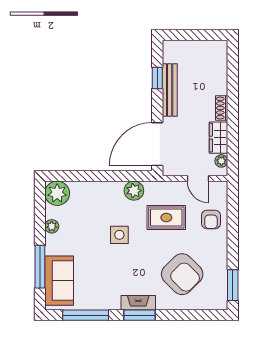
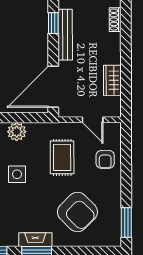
shoe rack: (222, 108) -> (115, 20), moved
plant: (221, 161) -> (115, 103), removed
plant: (134, 191) -> (17, 132), moved
rug: (166, 217) -> (62, 157), turned 90

